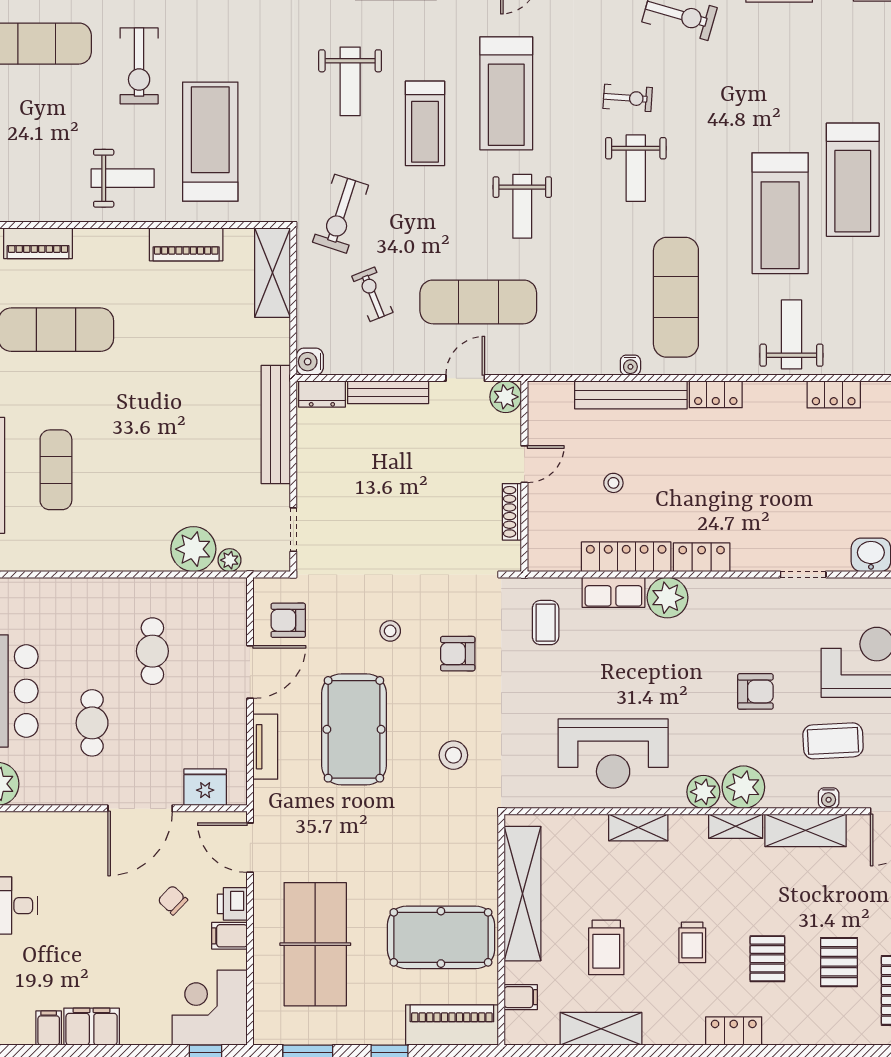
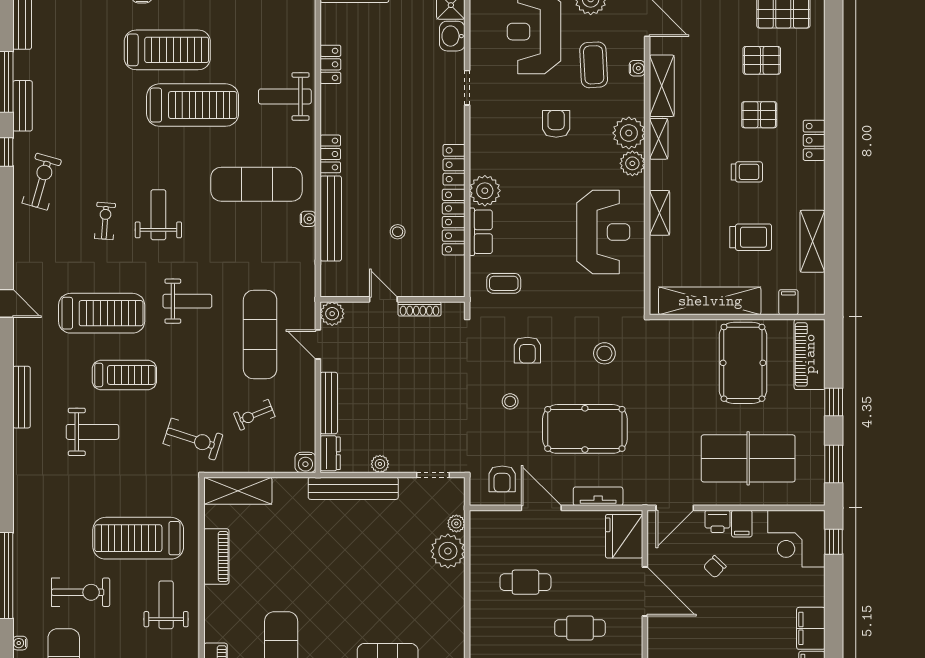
weight bench: (636, 168) -> (158, 215), turned -90
plant: (308, 460) -> (380, 464), added
fridge: (205, 787) -> (624, 536), width x1.36, depth x1.34

